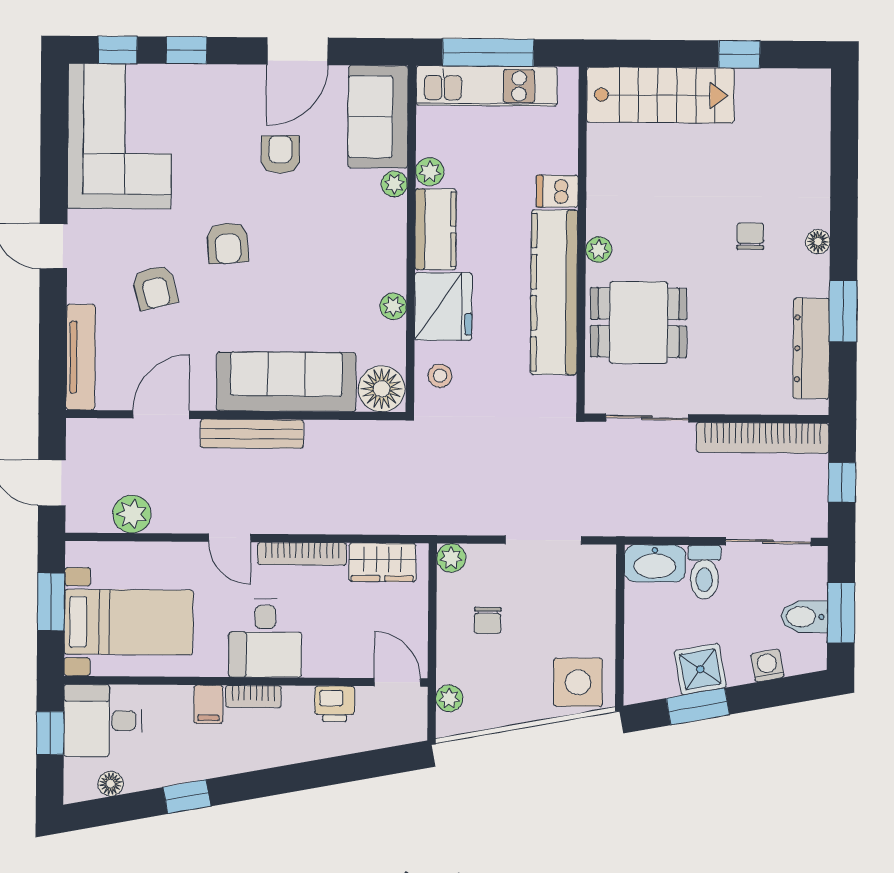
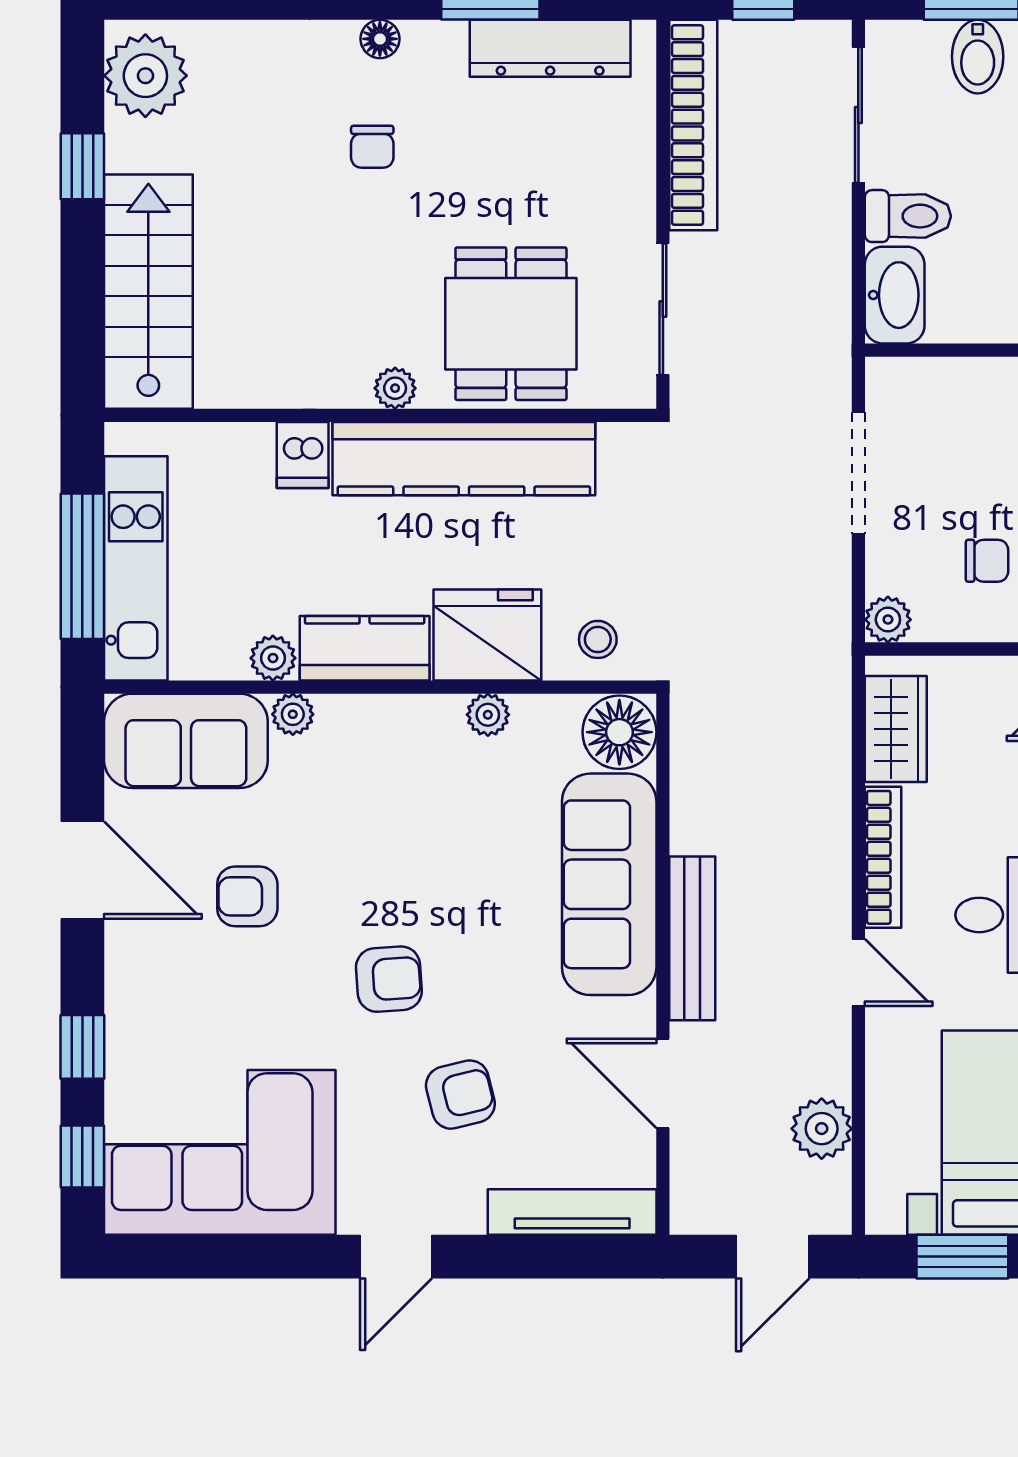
plant: (796, 94) -> (145, 76), added
chair: (750, 236) -> (372, 147), turned -90
door: (230, 538) -> (858, 972), hinge flipped

